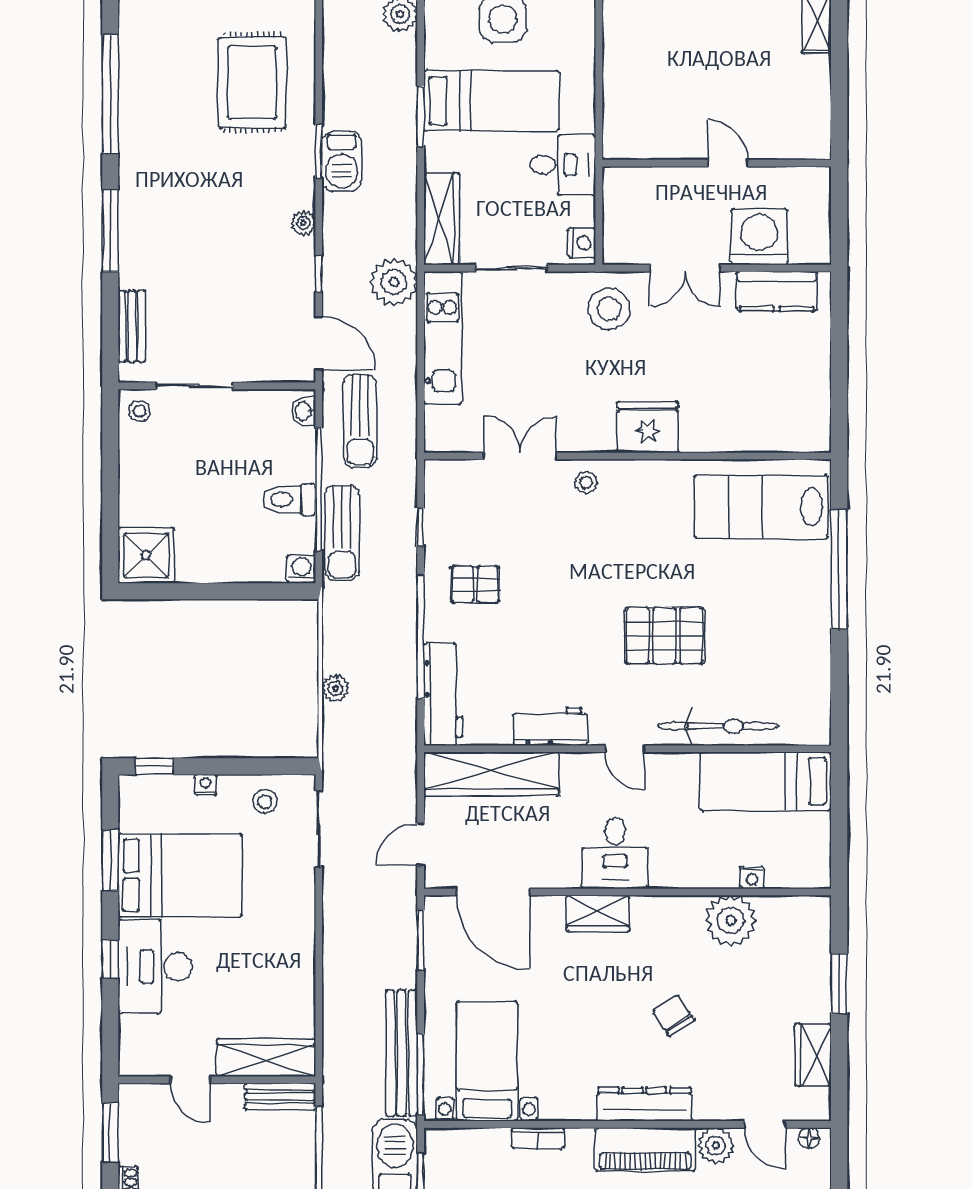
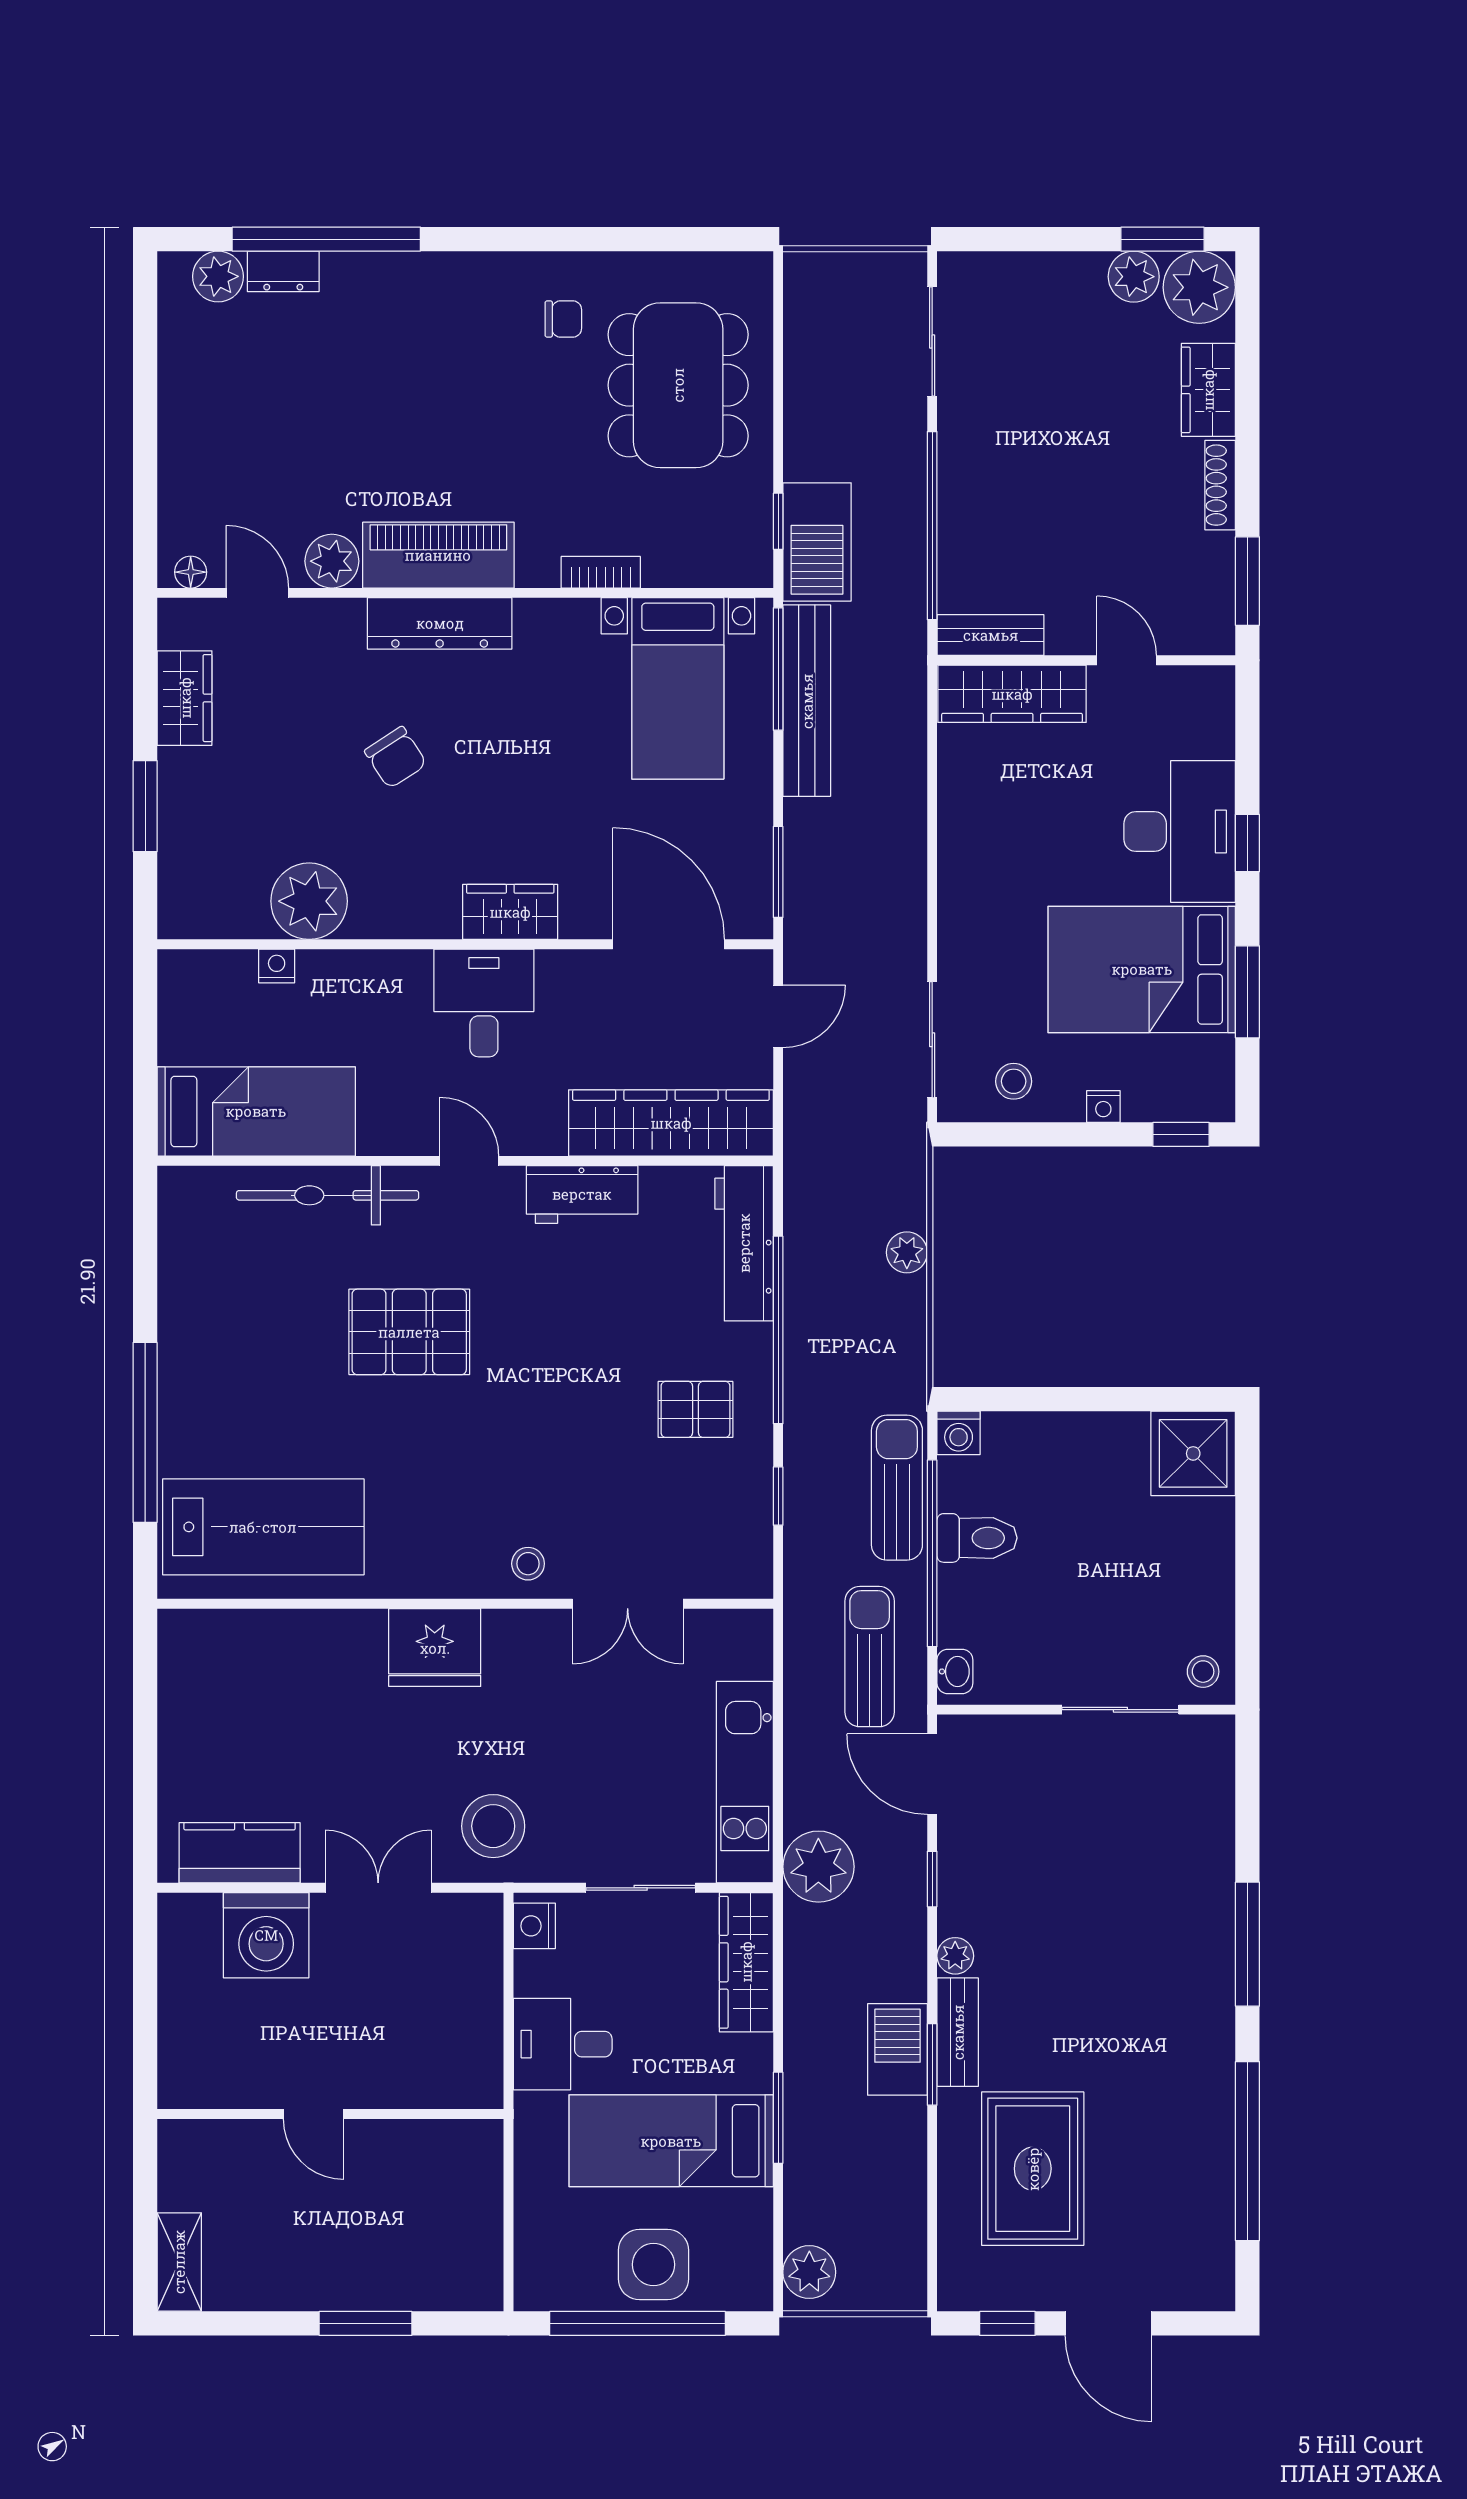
wall: (717, 163) -> (330, 2114), moved
door: (728, 163) -> (314, 2114), moved
bench: (132, 326) -> (958, 2032), moved

